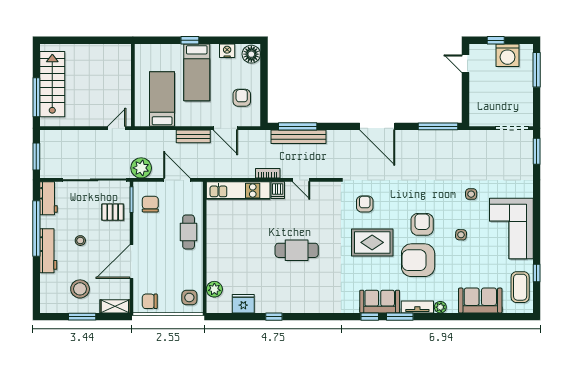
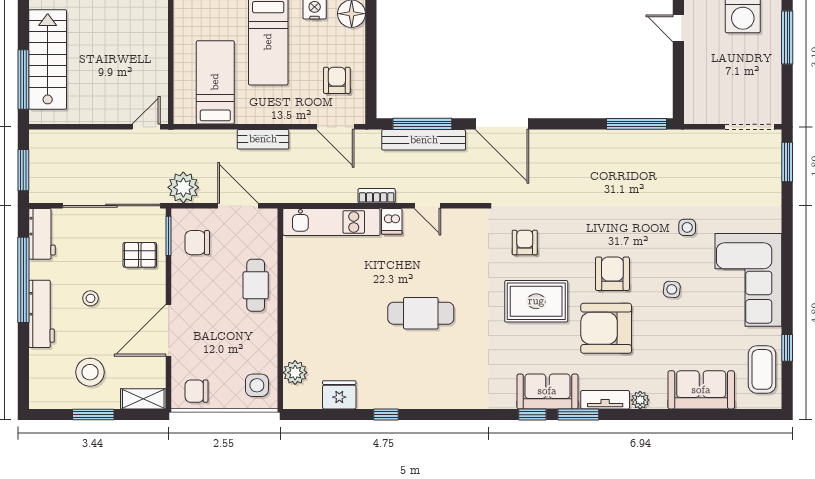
door: (377, 126) -> (502, 124), moved
door: (225, 128) -> (335, 127), moved
chair: (150, 204) -> (197, 243), turned -90

